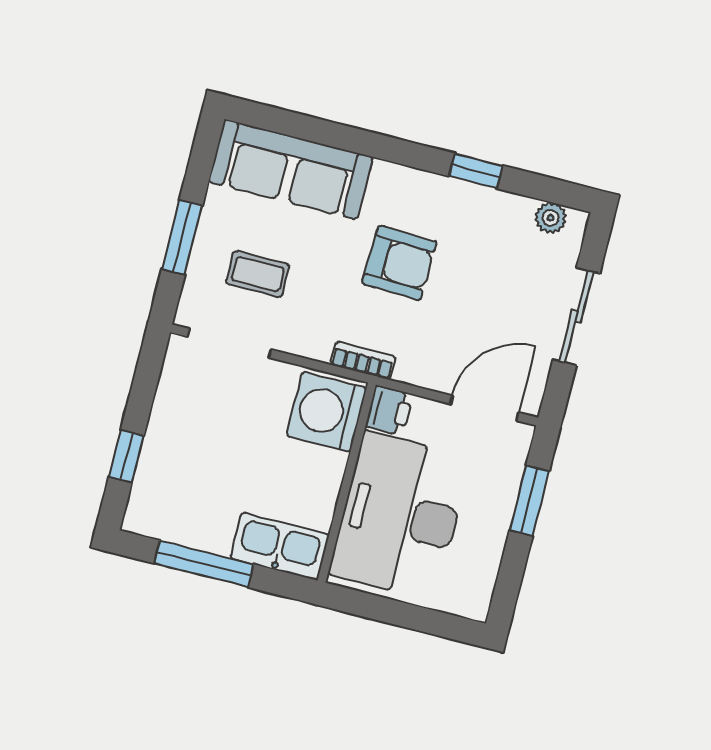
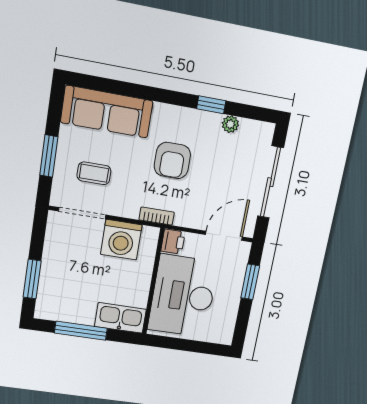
plant: (551, 218) -> (230, 124), moved
armchair: (399, 263) -> (172, 160), turned 88
sliding door: (576, 317) -> (270, 182), width x1.37
washing machine: (326, 412) -> (121, 240), moved, turned -90
window: (126, 456) -> (32, 279), width x1.50

